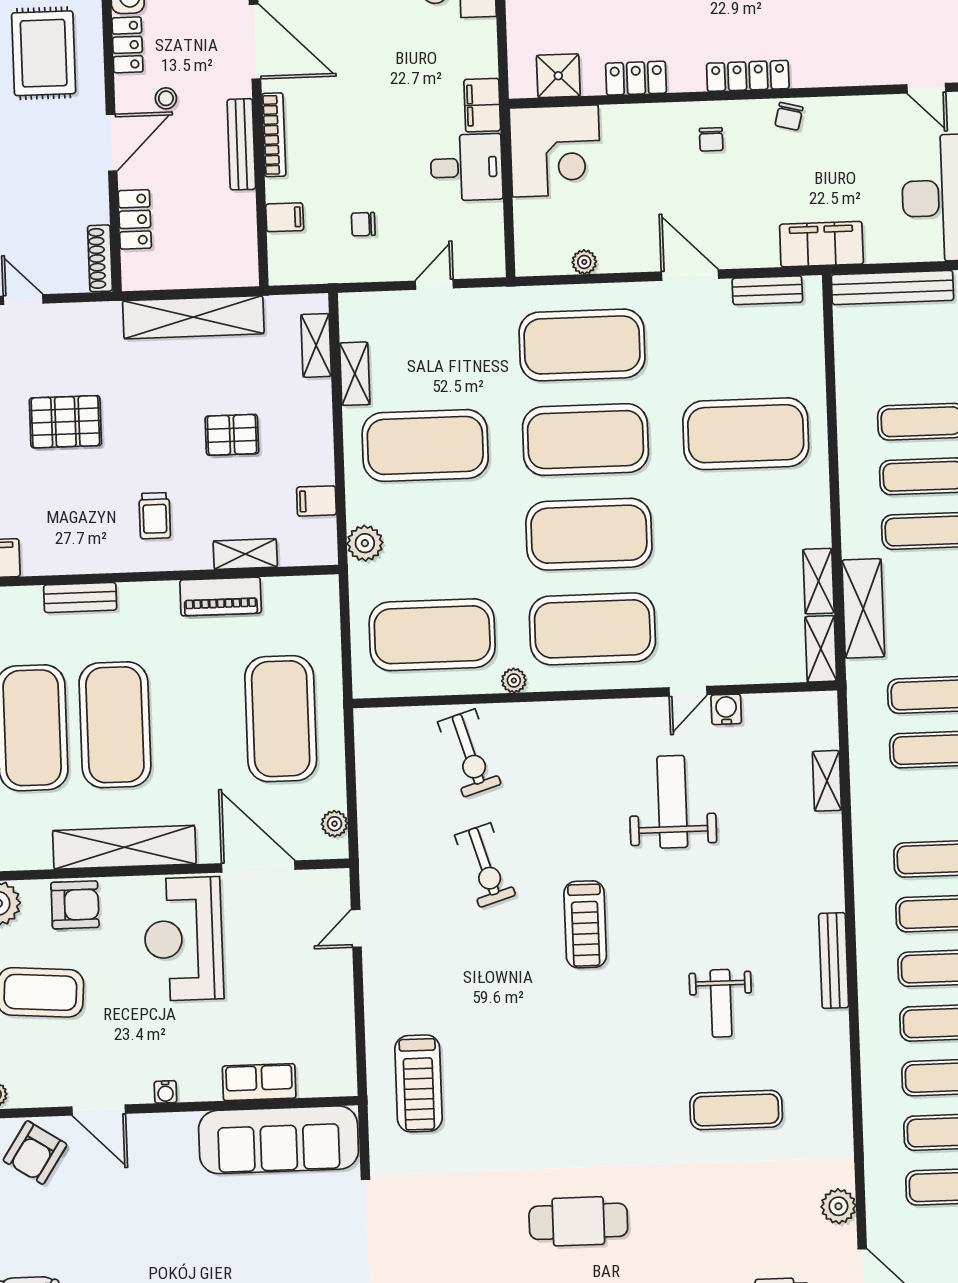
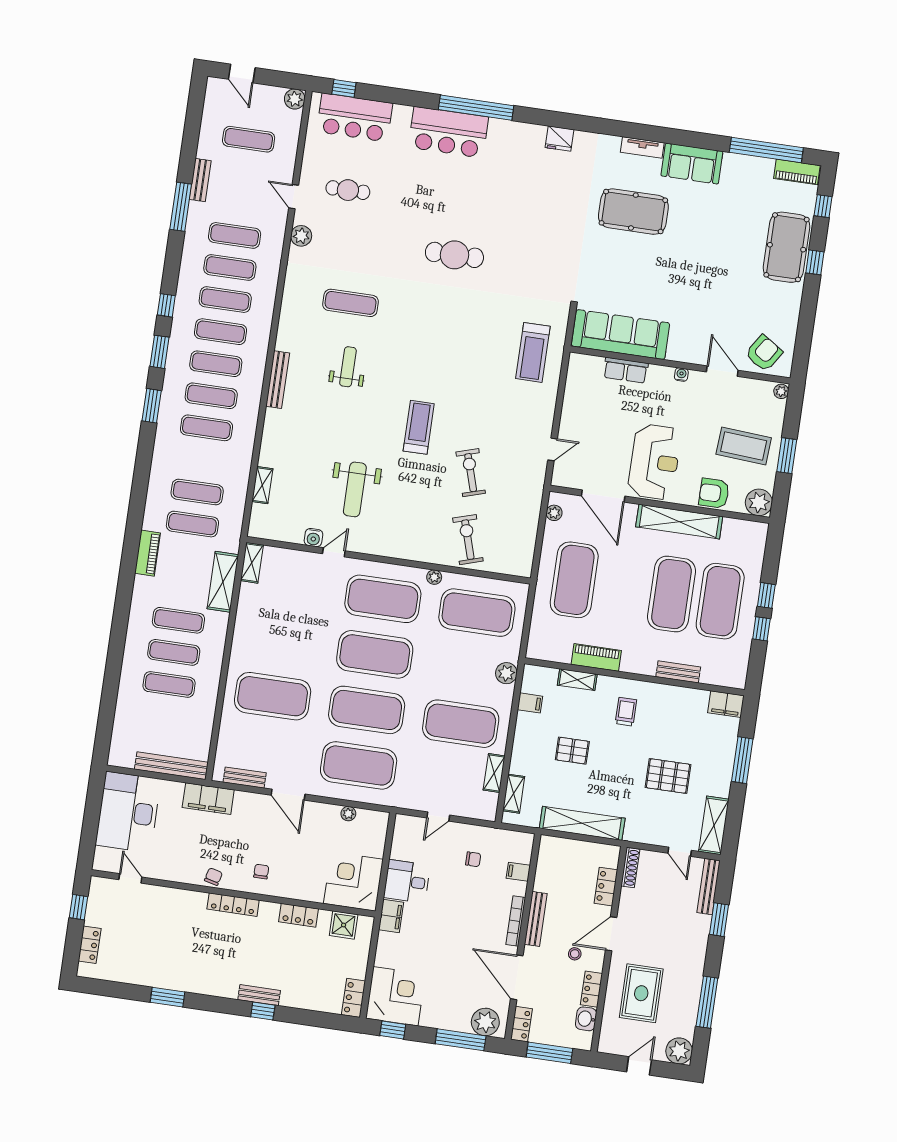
shelving: (819, 581) -> (246, 602), removed
treadmill: (419, 1083) -> (533, 352), turned 180

